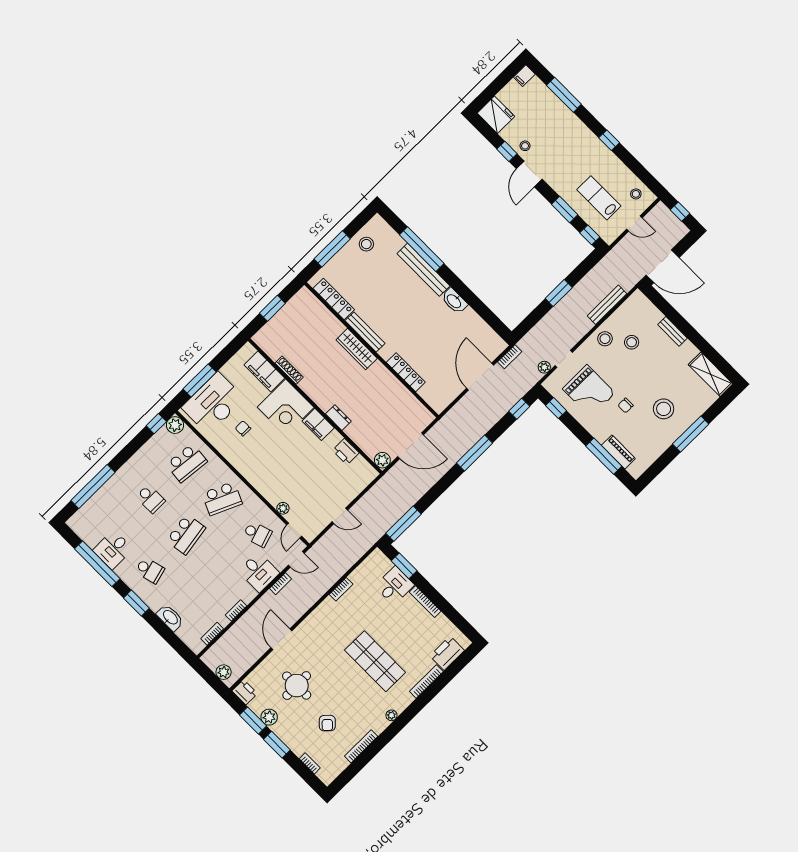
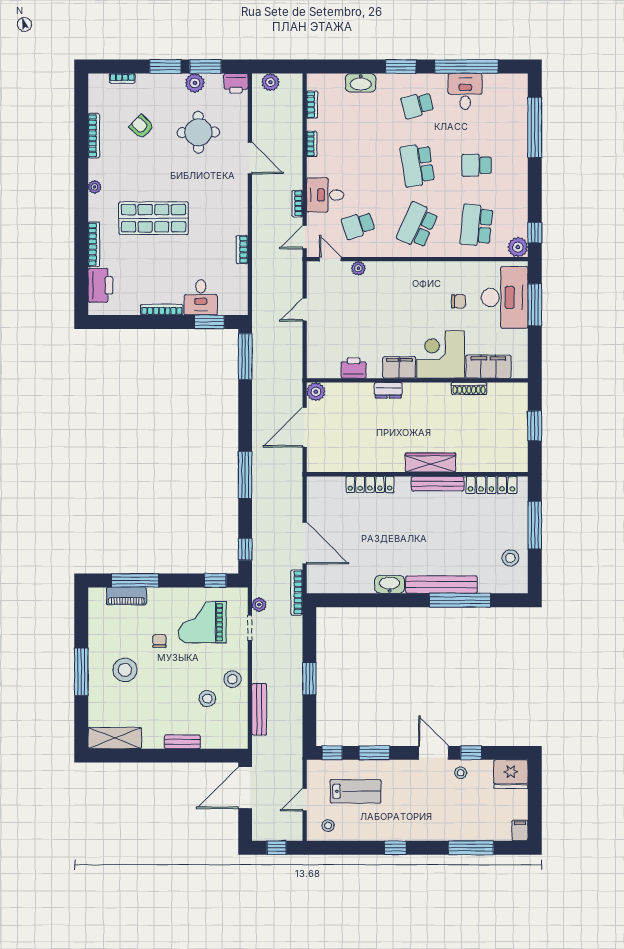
bookcase: (510, 357) -> (297, 592), width x1.56

